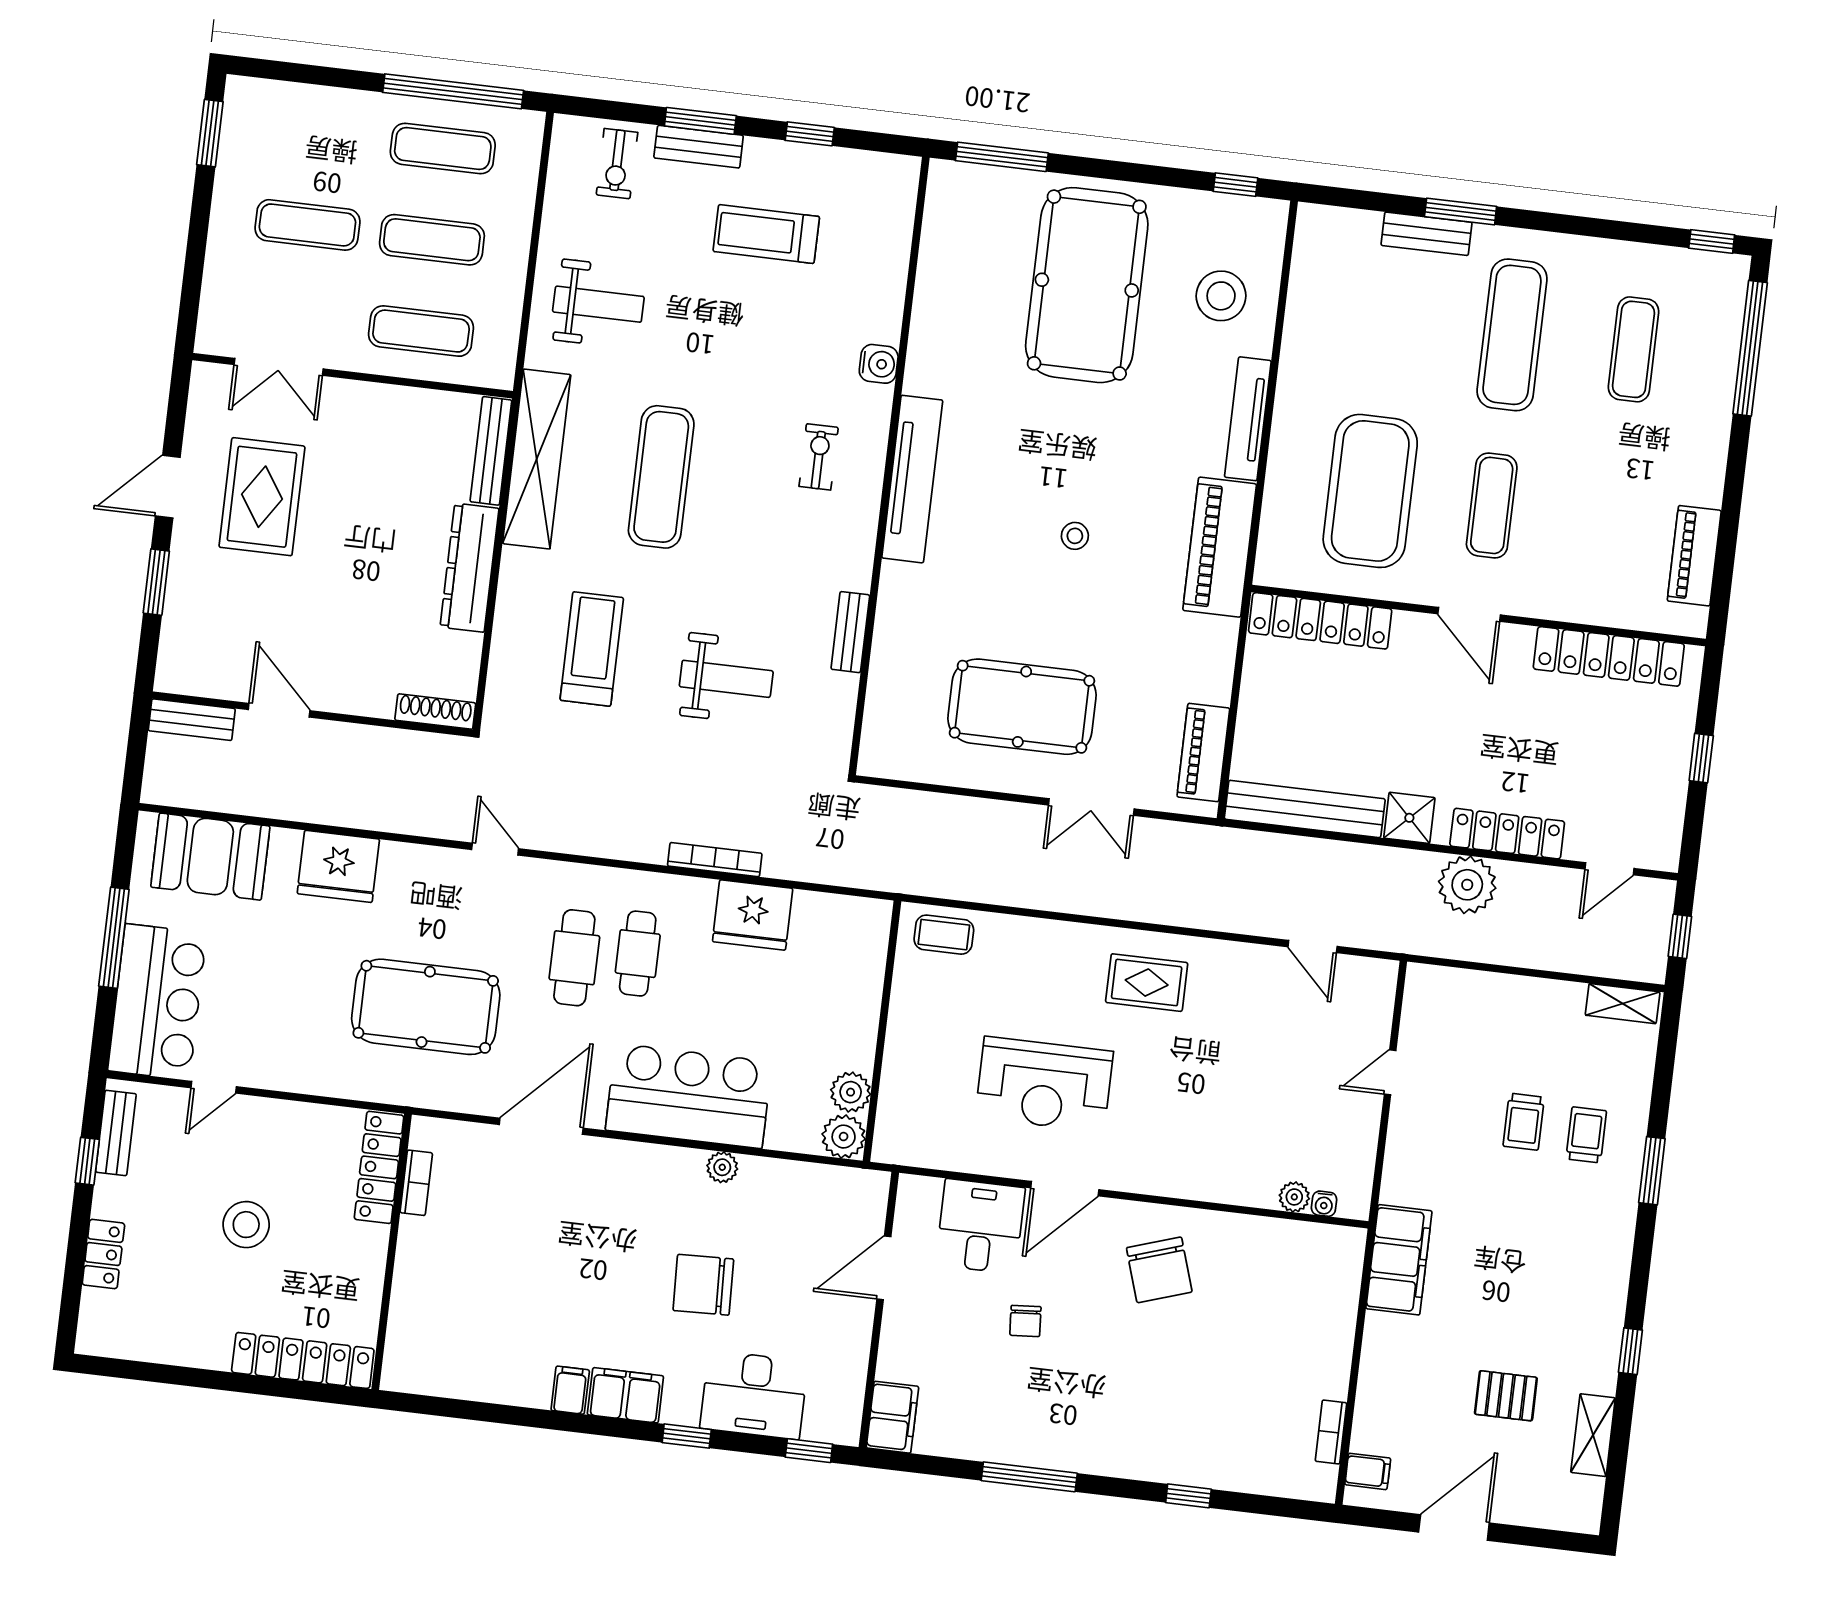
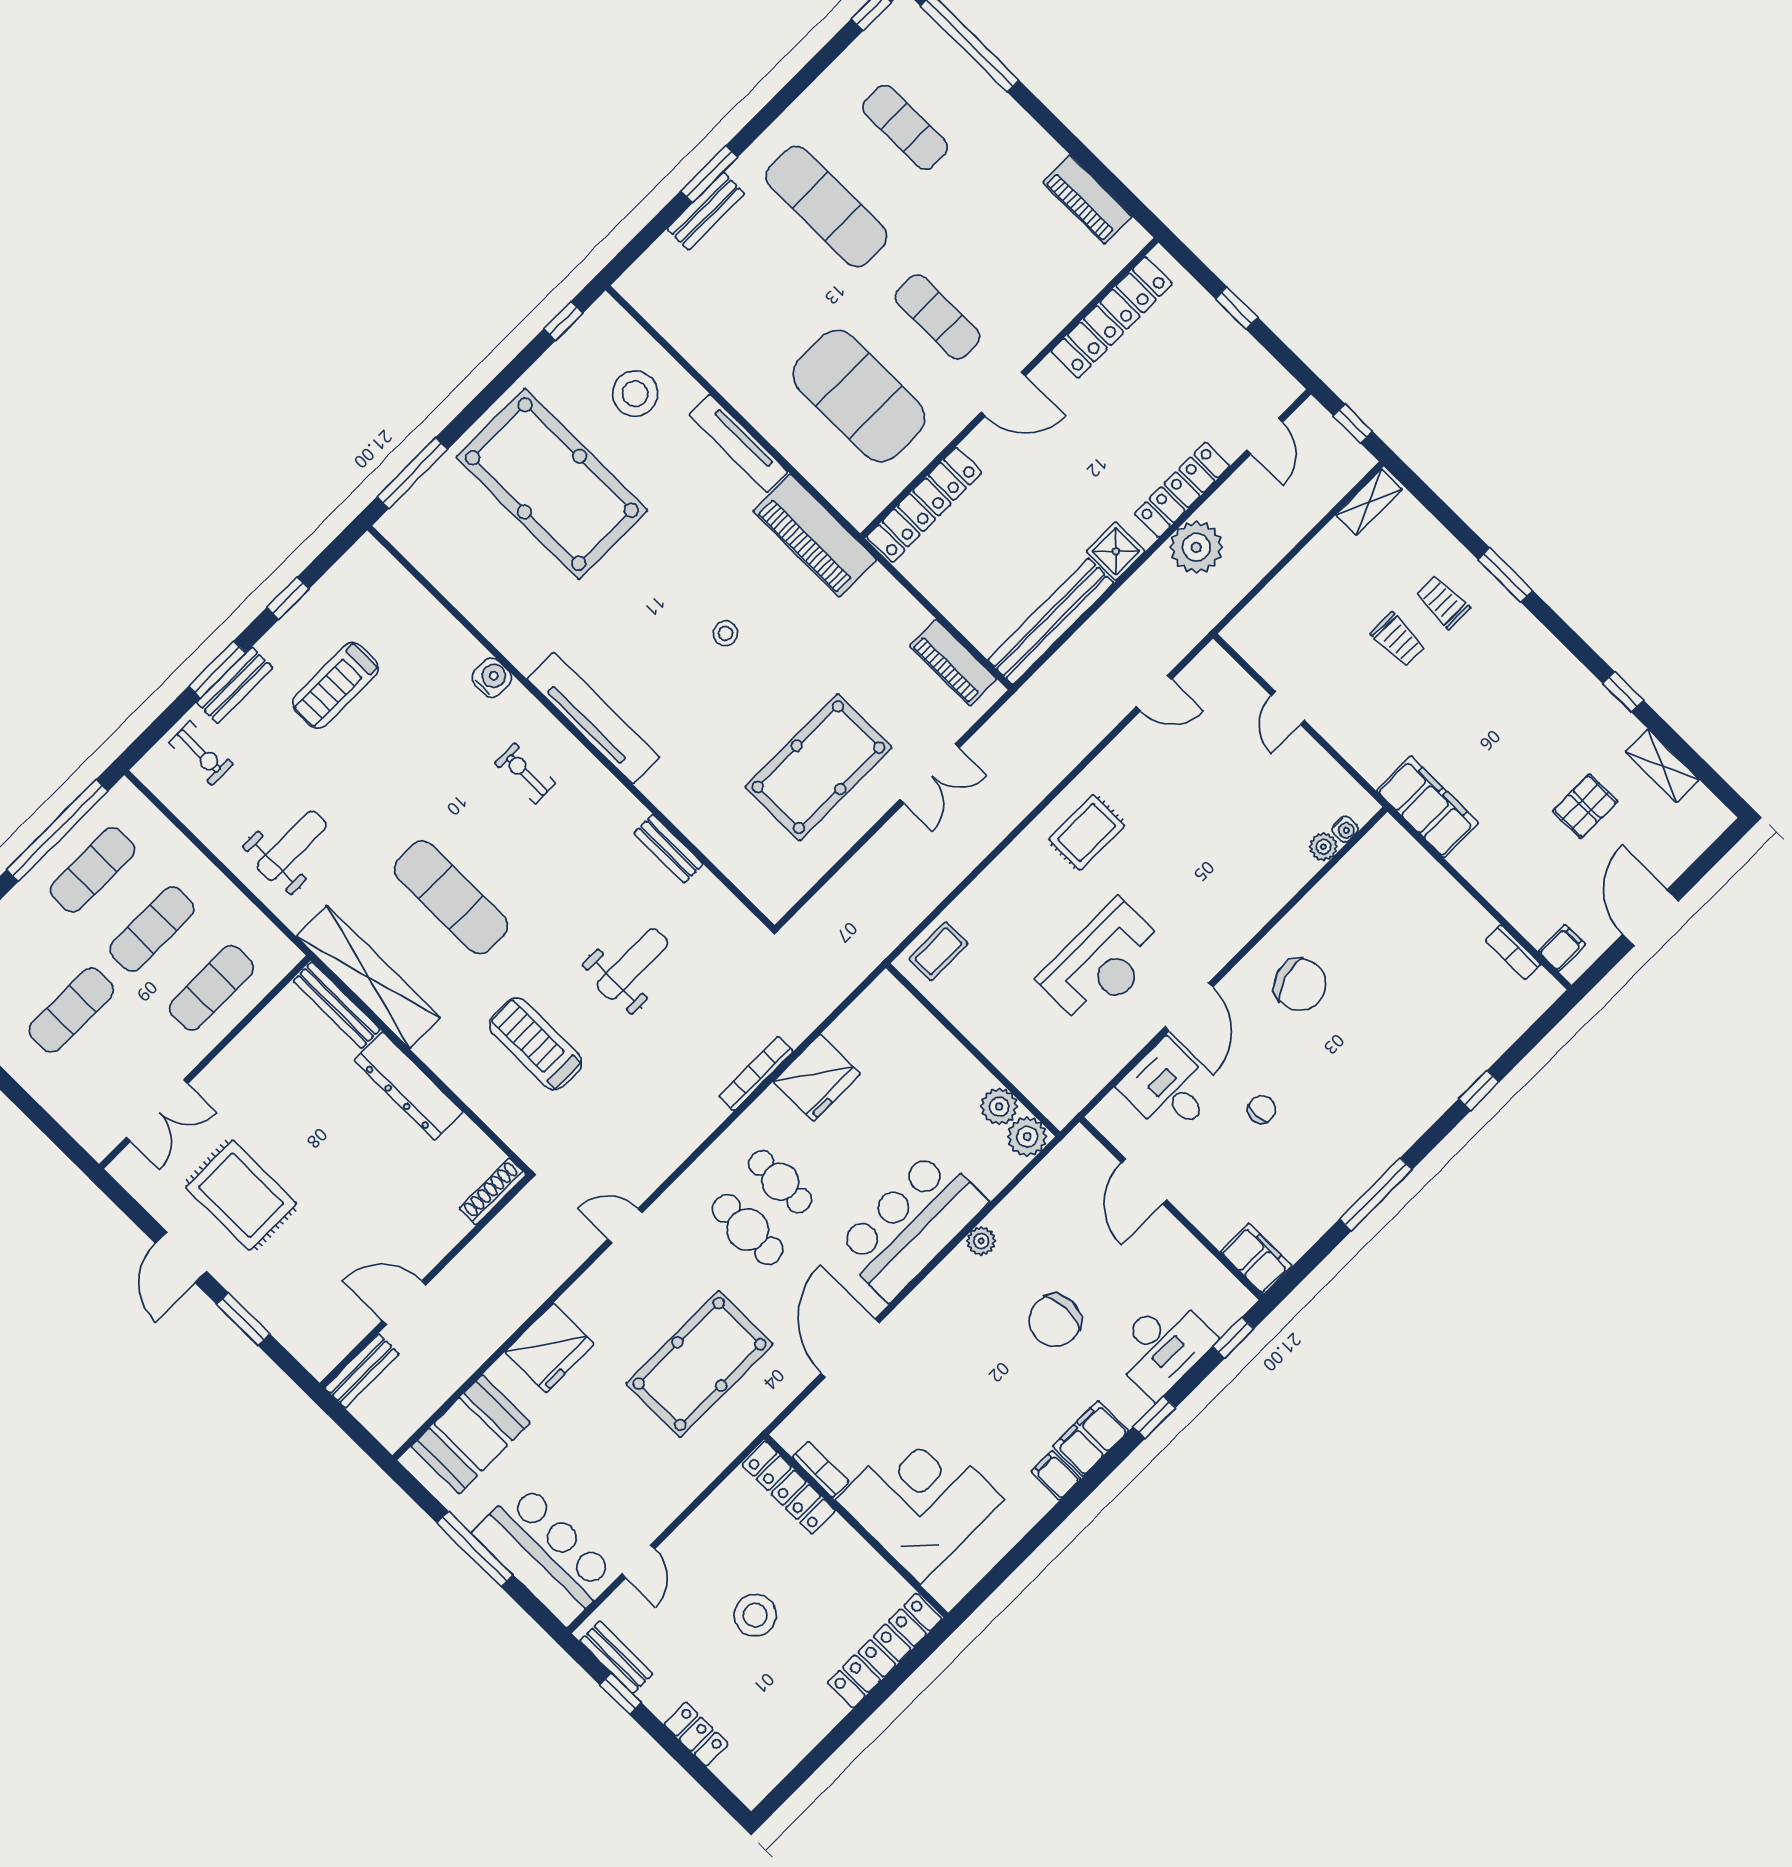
corner desk: (457, 1289) -> (920, 1500), added
chair: (1025, 1321) -> (1262, 1109), turned -86

